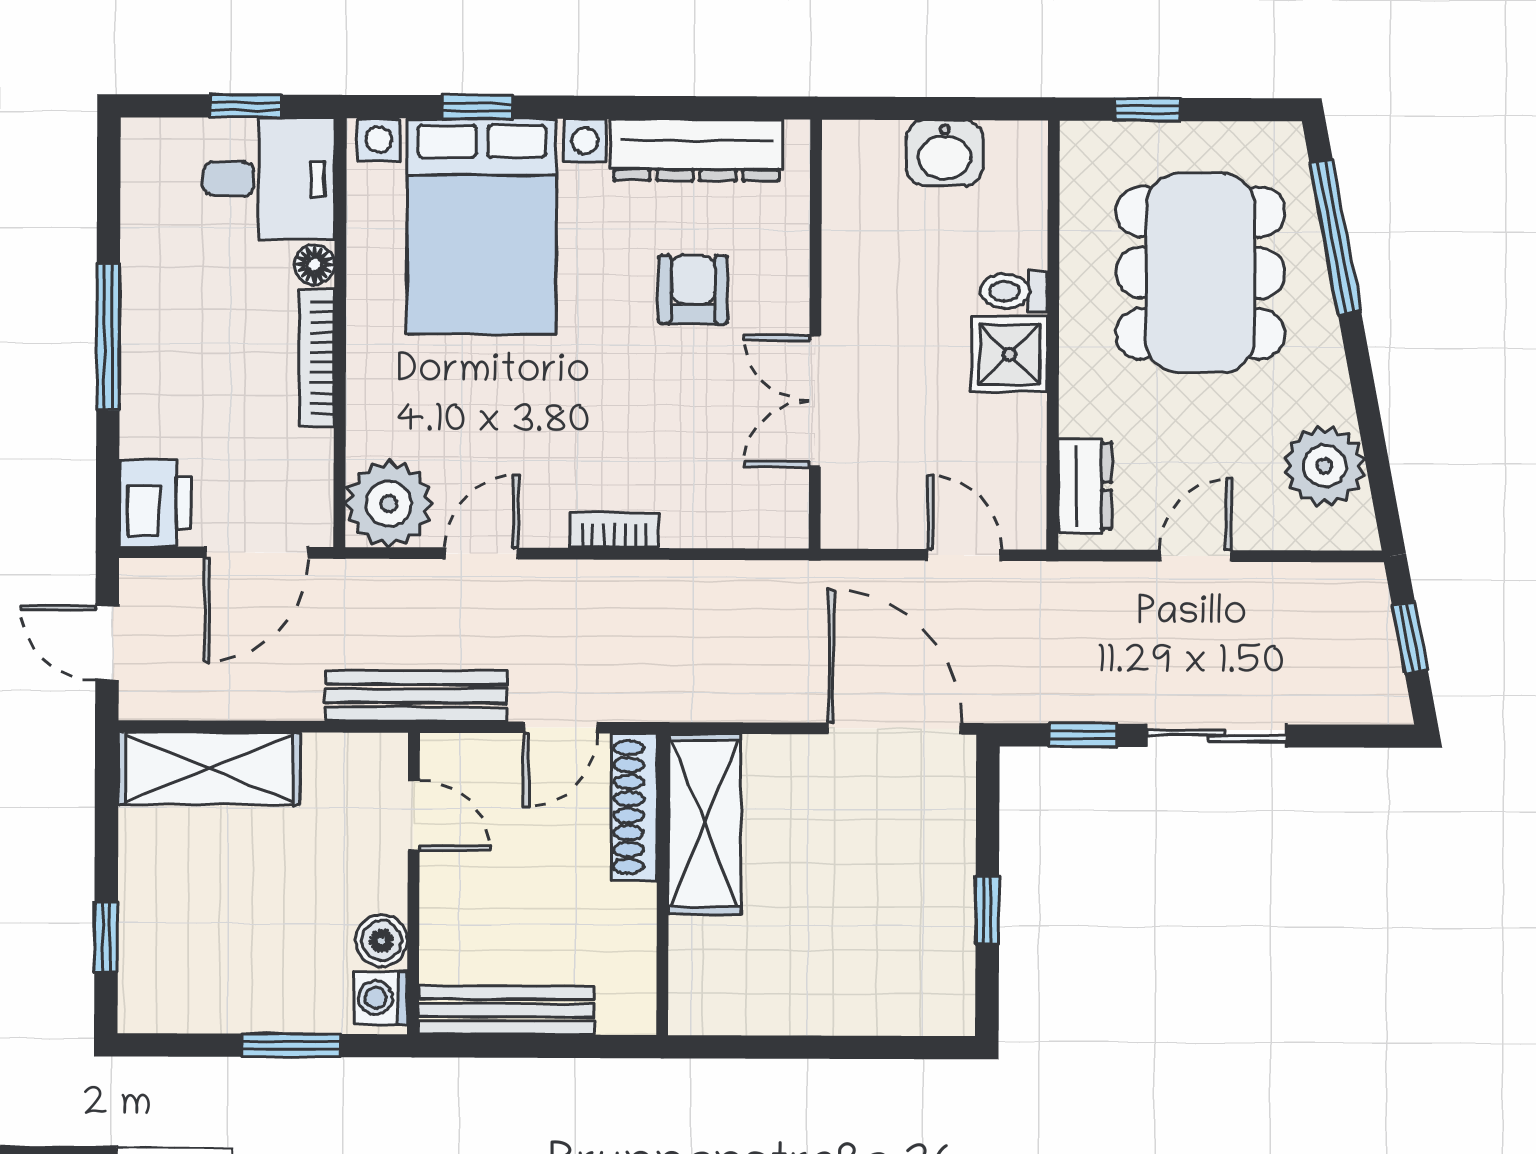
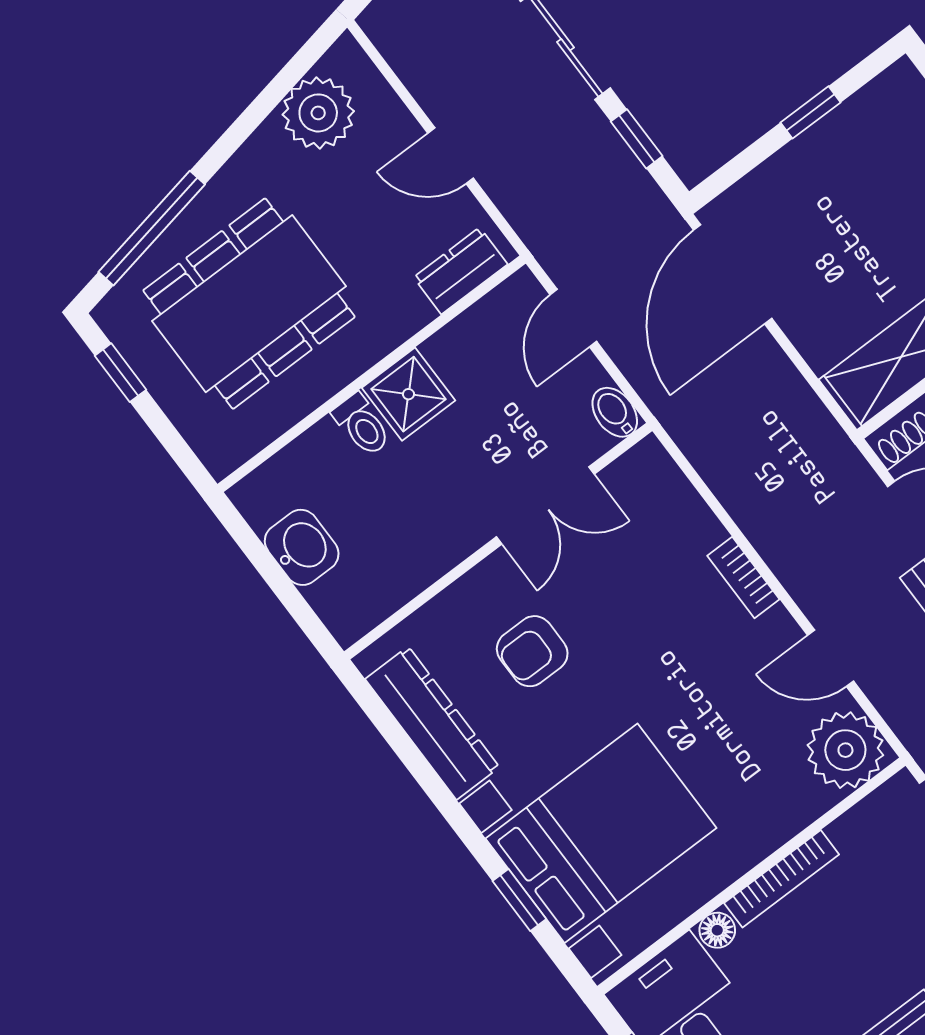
window: (1148, 109) -> (120, 373), moved
bidet: (851, 528) -> (615, 412), added

